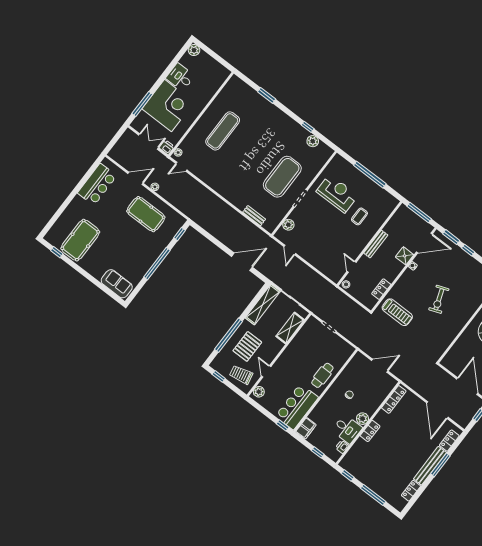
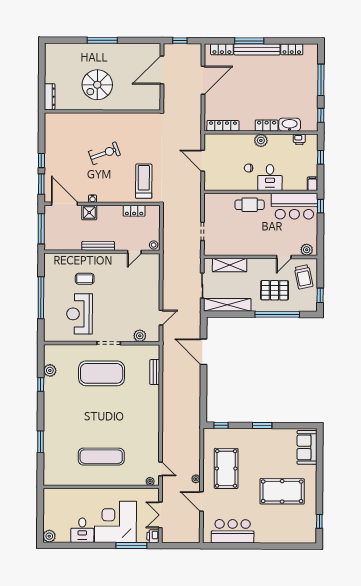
printer: (167, 147) -> (153, 536), moved
pool table: (80, 240) -> (282, 491), moved
window: (157, 264) -> (262, 425), width x0.47
filing cabinet: (306, 428) -> (313, 184), width x0.50
desk: (347, 429) -> (270, 177), moved, turned 180
washbasin: (358, 448) -> (290, 125), added

